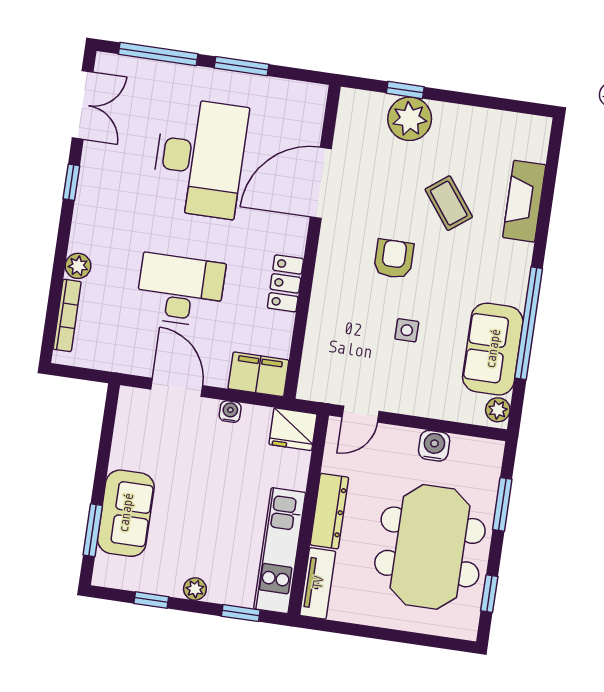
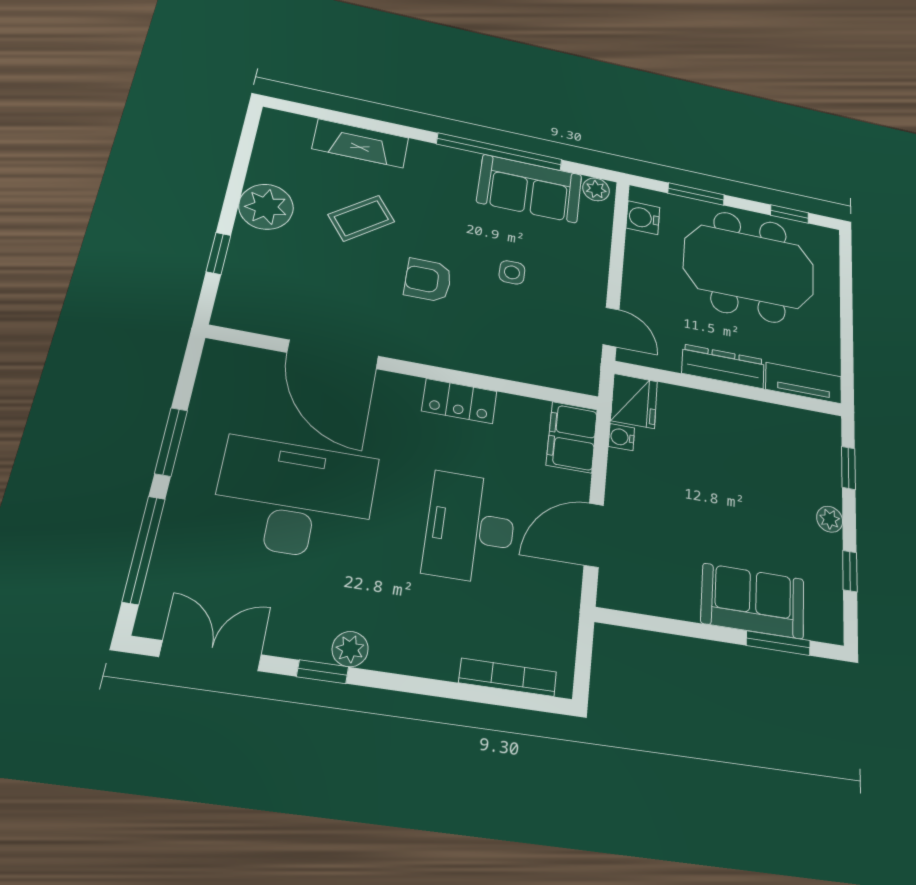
plant: (410, 119) -> (266, 207), moved
plant: (78, 266) -> (350, 649), moved
water cooler: (230, 412) -> (621, 437), moved
water cooler: (434, 446) -> (643, 218), moved
kitchen unit: (280, 551) -> (774, 422), removed

